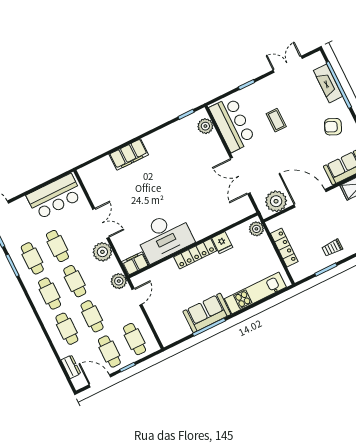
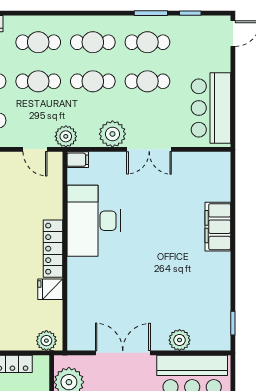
plant: (205, 126) -> (180, 340), moved
filing cabinet: (135, 264) -> (78, 160), width x0.50

